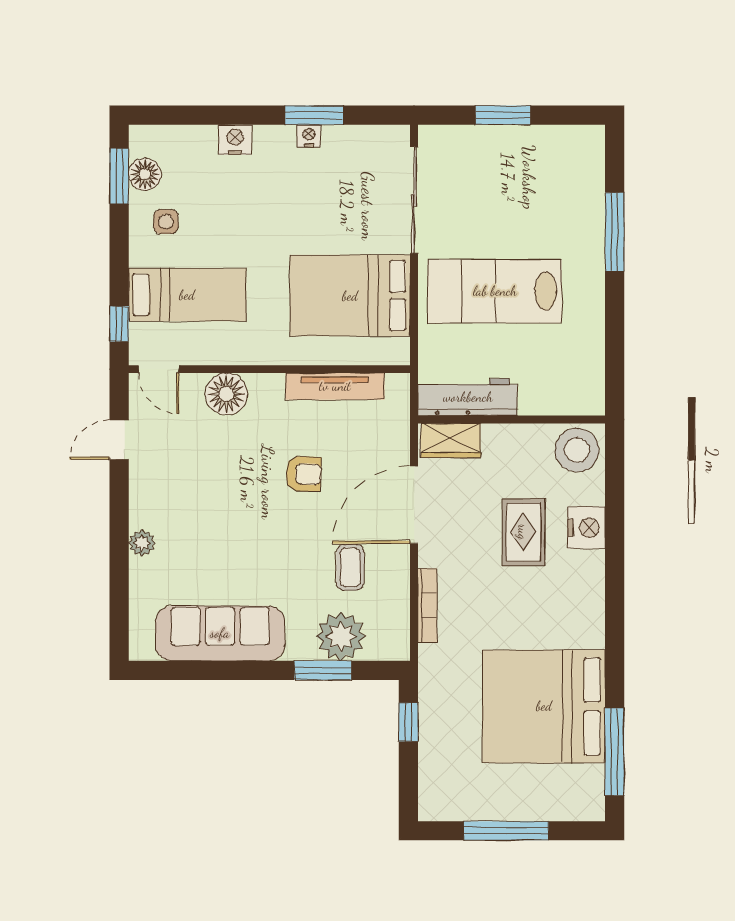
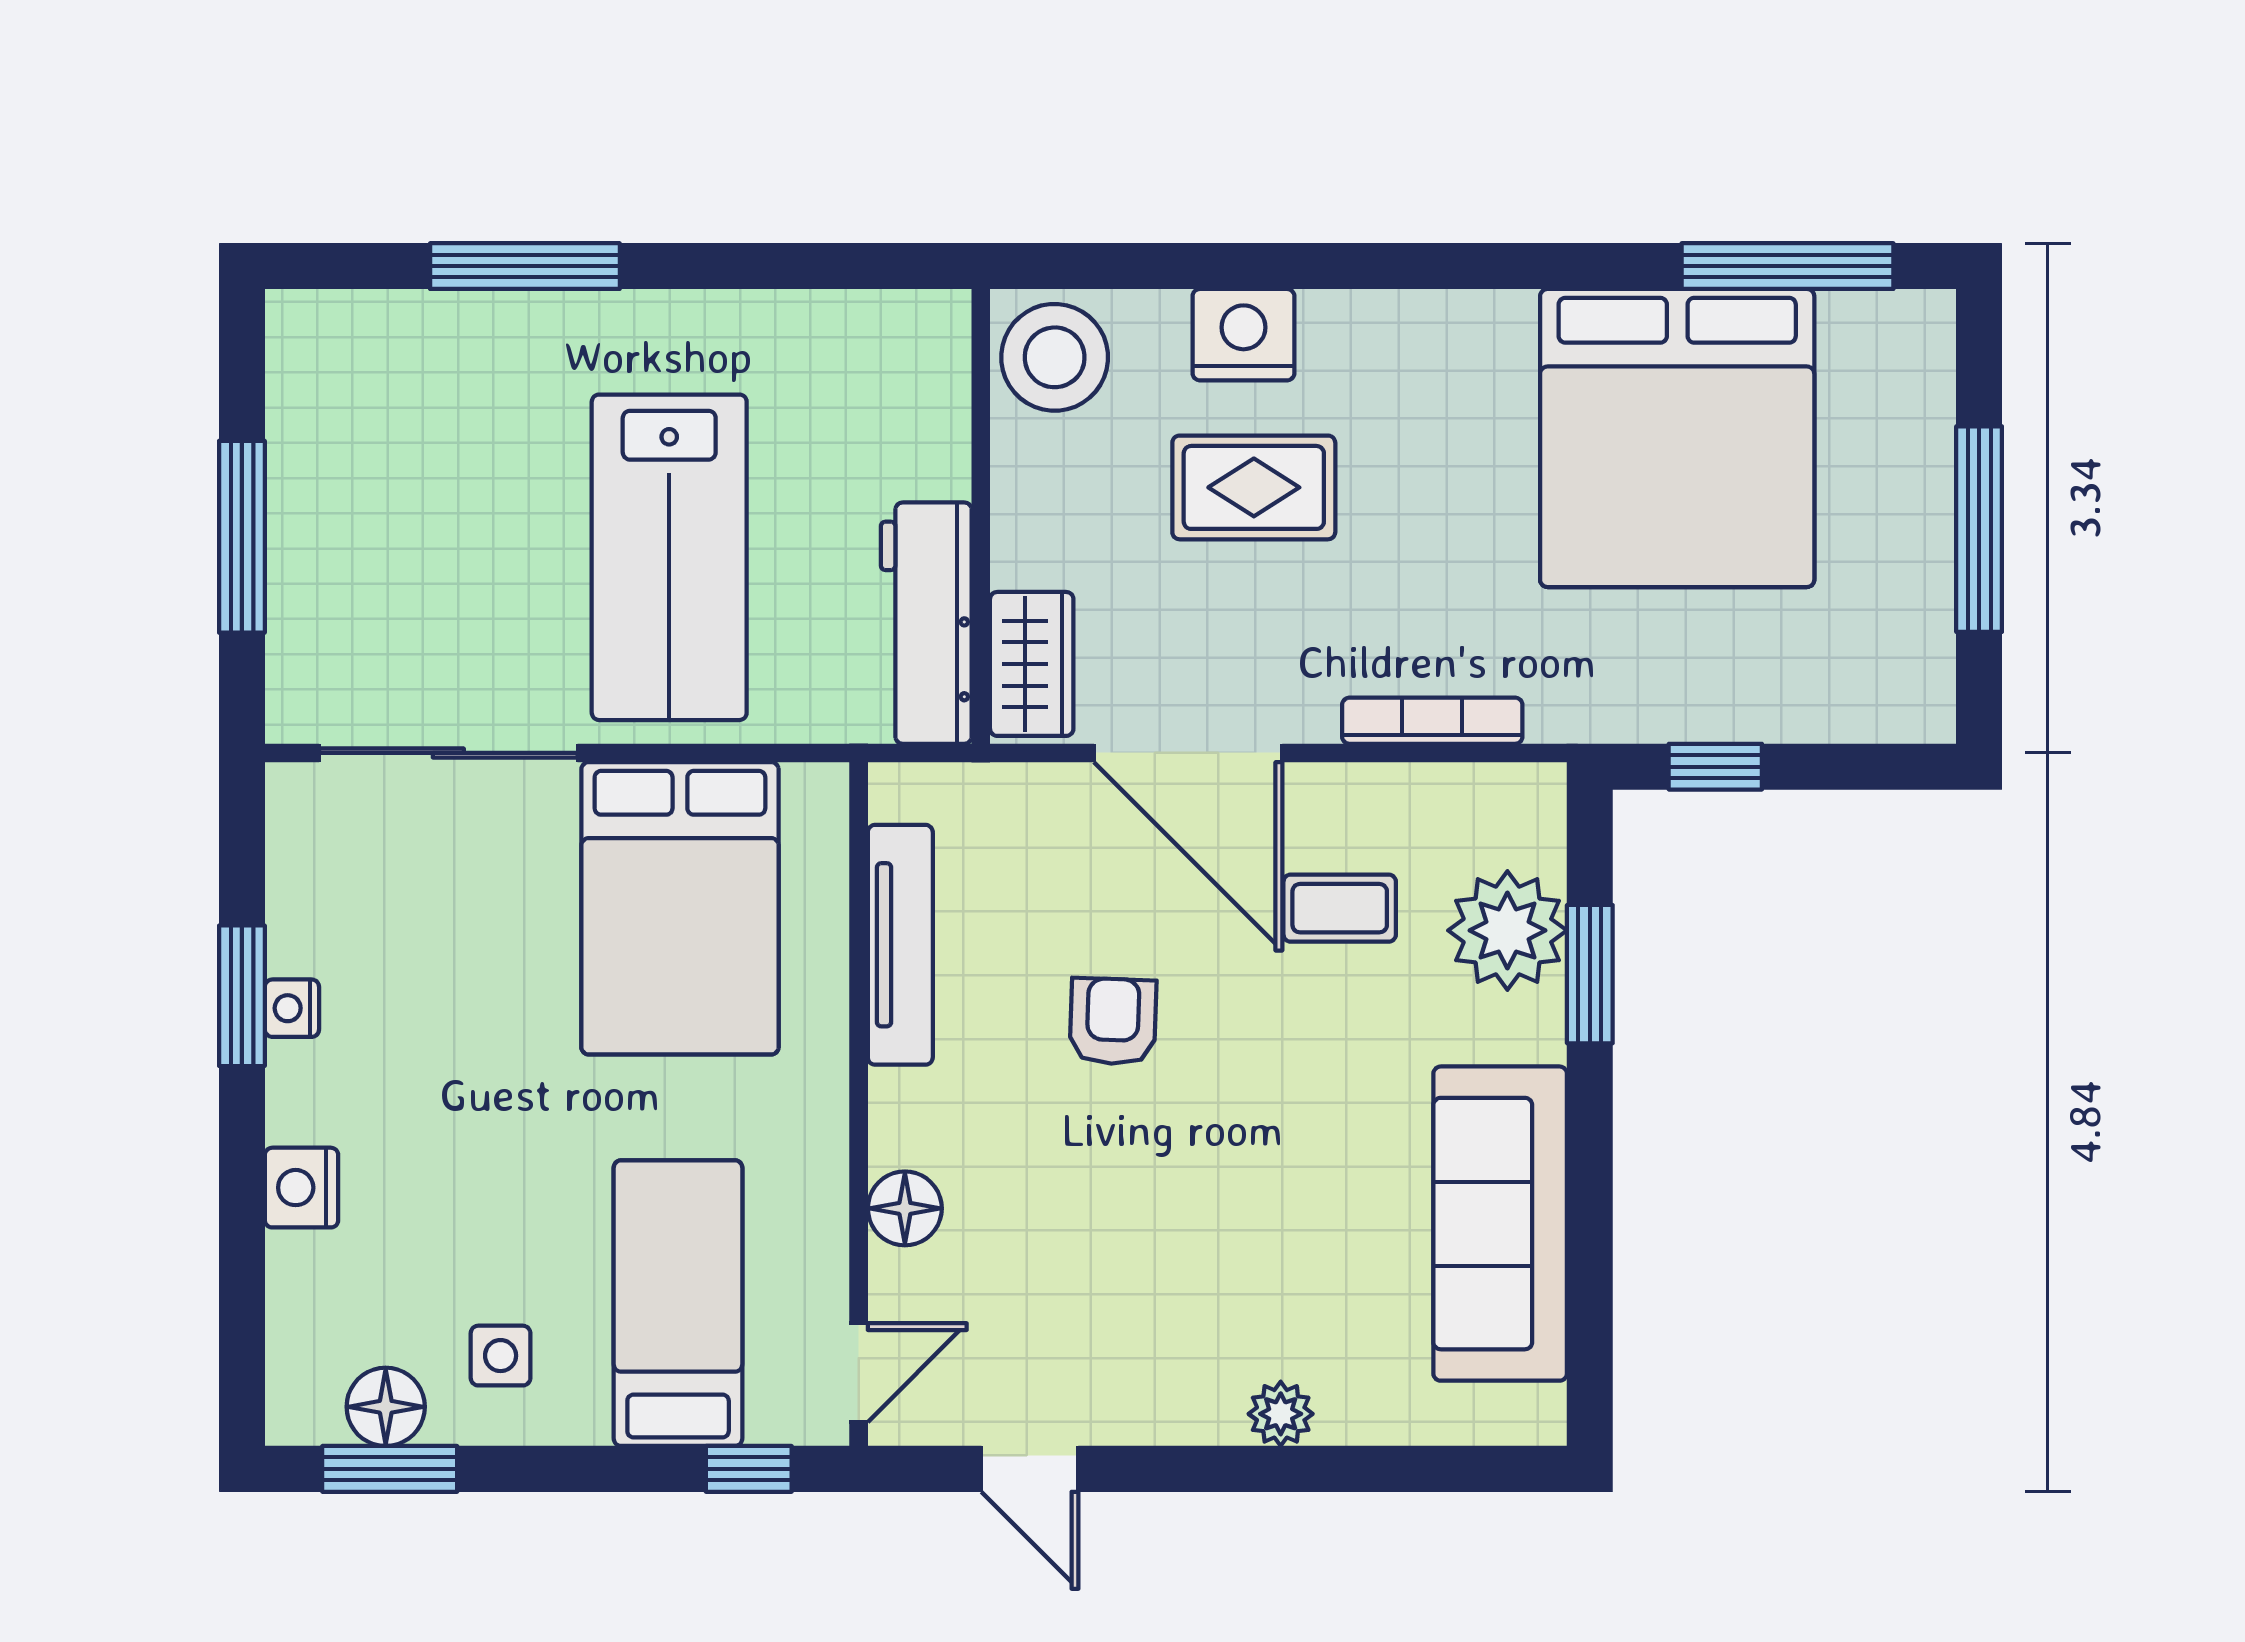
window: (503, 115) -> (242, 537), width x1.44
floor lamp: (226, 394) -> (905, 1208), width x0.73, depth x0.73

